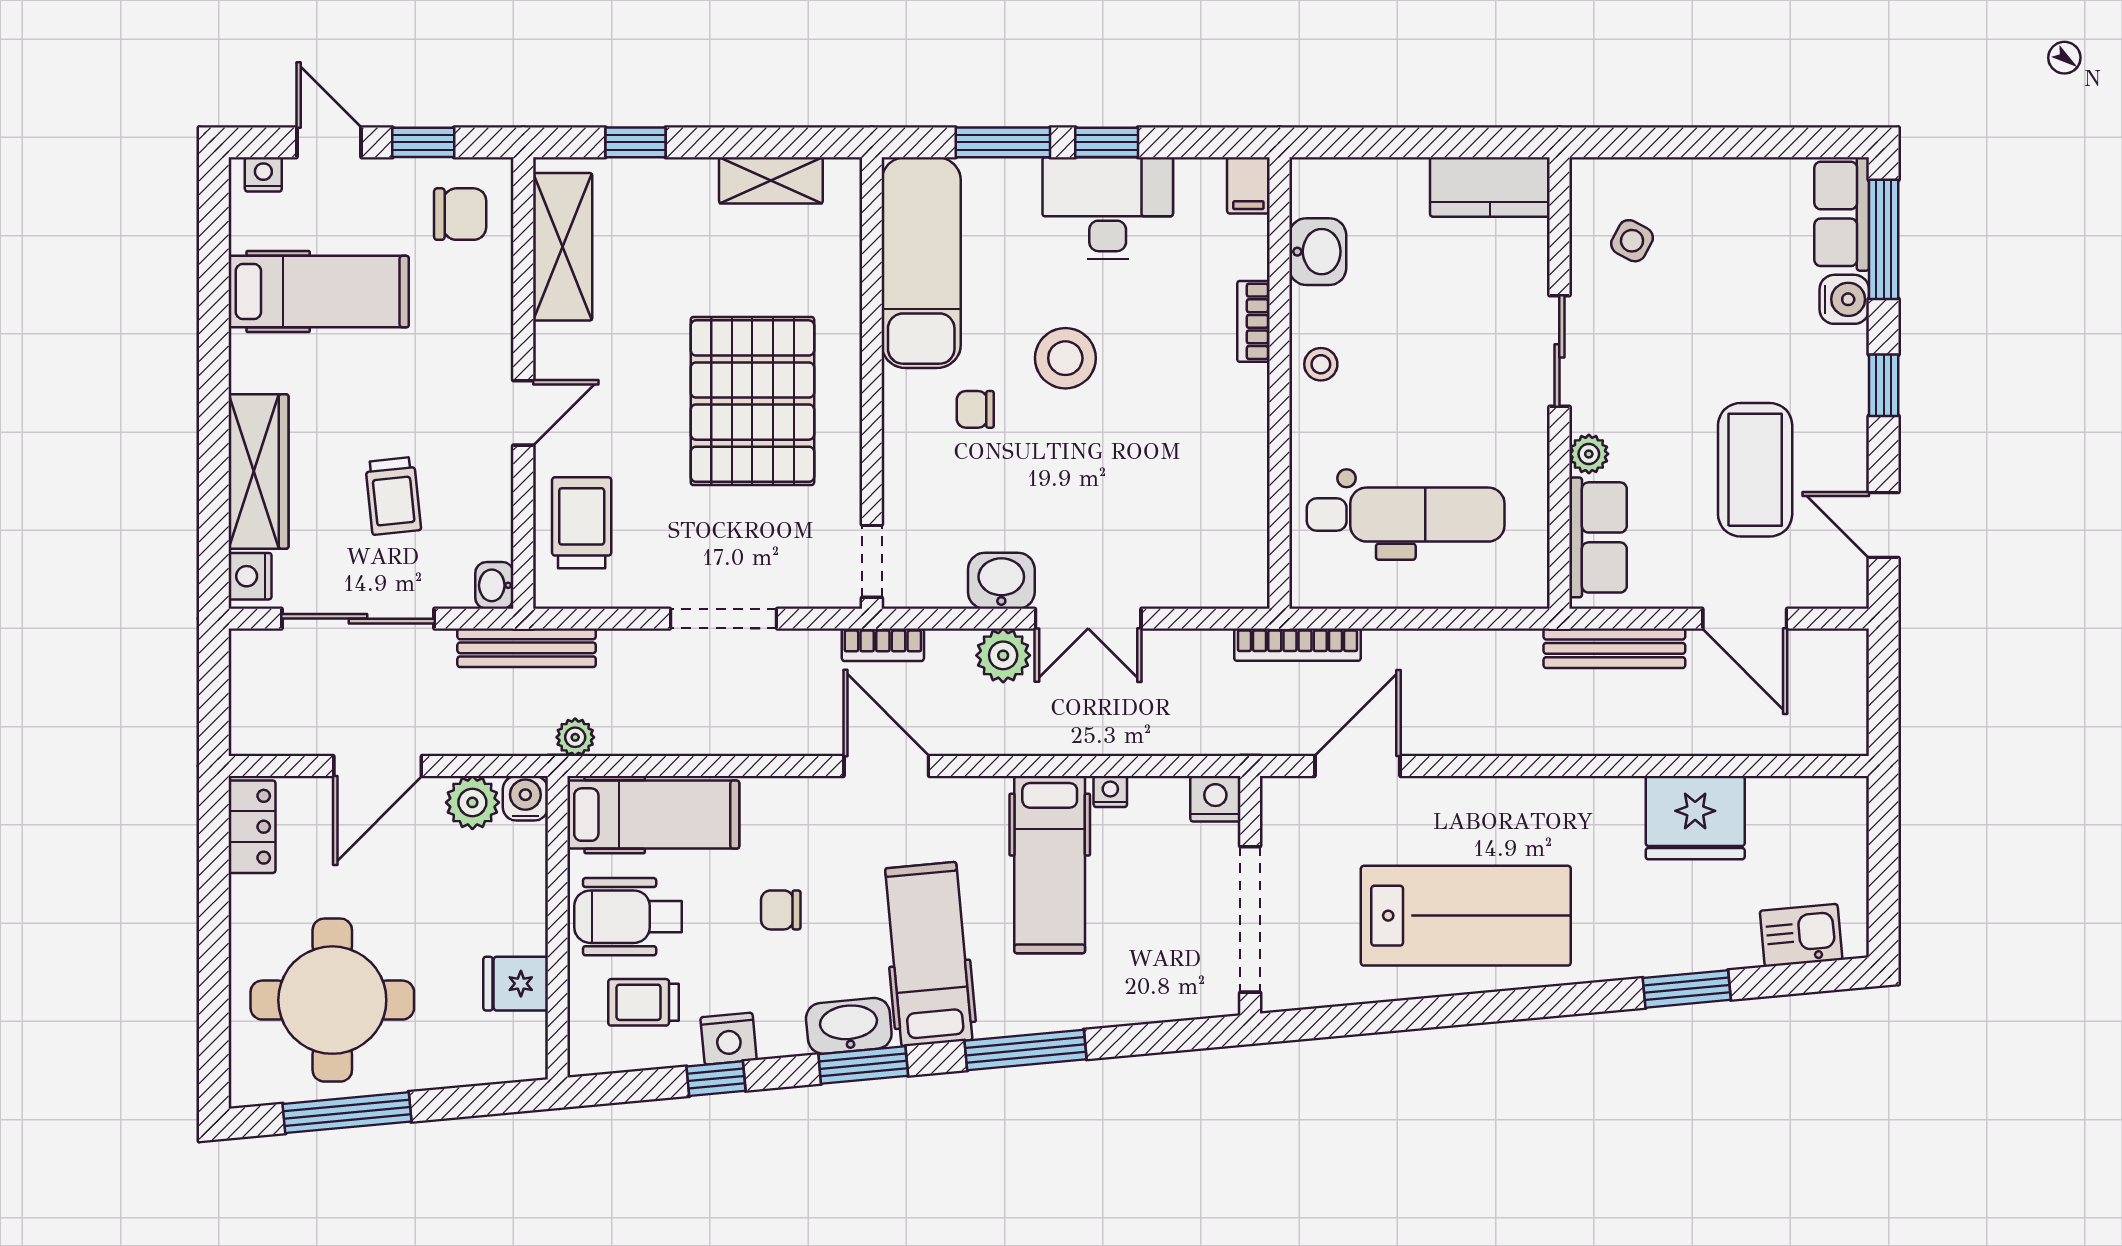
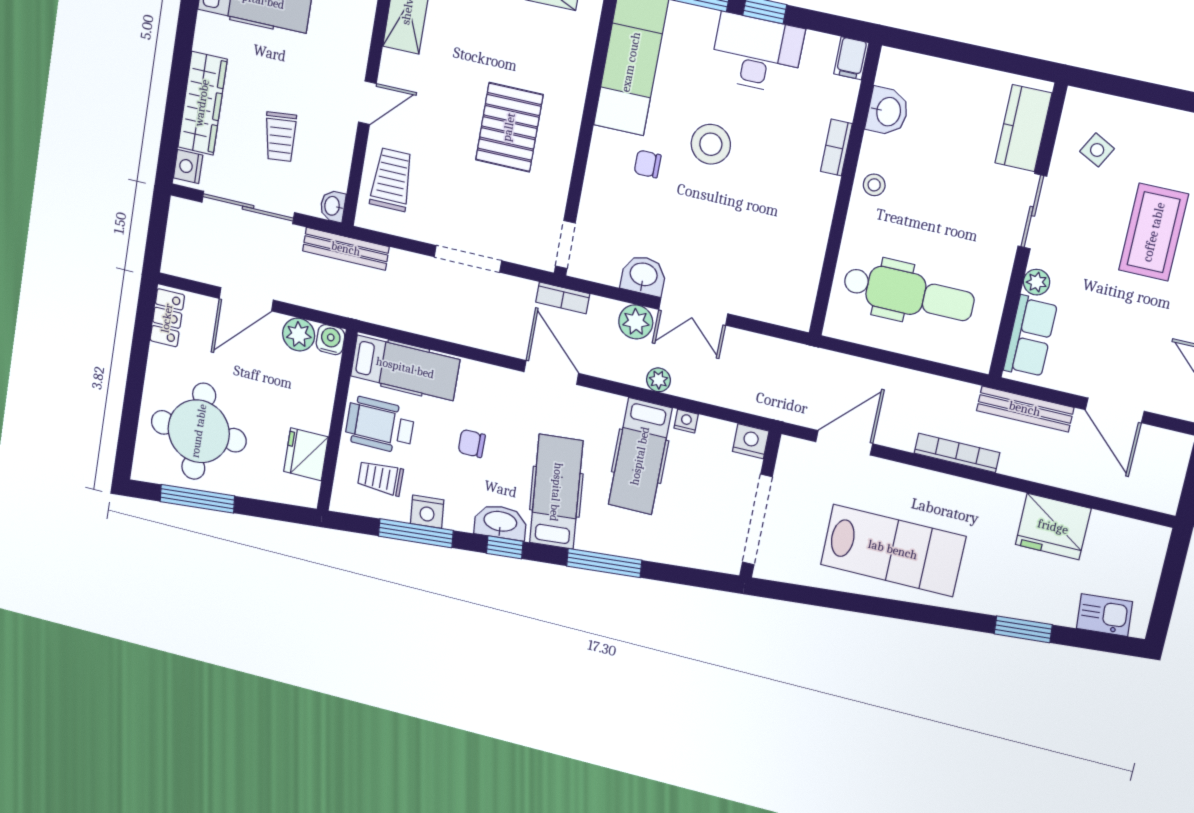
kitchen counter: (1490, 187) -> (1023, 128), moved, turned 90
pallet: (752, 401) -> (509, 127), width x0.73, depth x0.71
coffee table: (1755, 470) -> (1154, 232), moved
bookcase: (1297, 645) -> (957, 453), moved, turned 180
plant: (575, 737) -> (658, 380), moved
fridge: (516, 984) -> (306, 454), width x1.38
window: (863, 1065) -> (505, 547), width x0.67
window: (716, 1079) -> (416, 533), width x2.17

